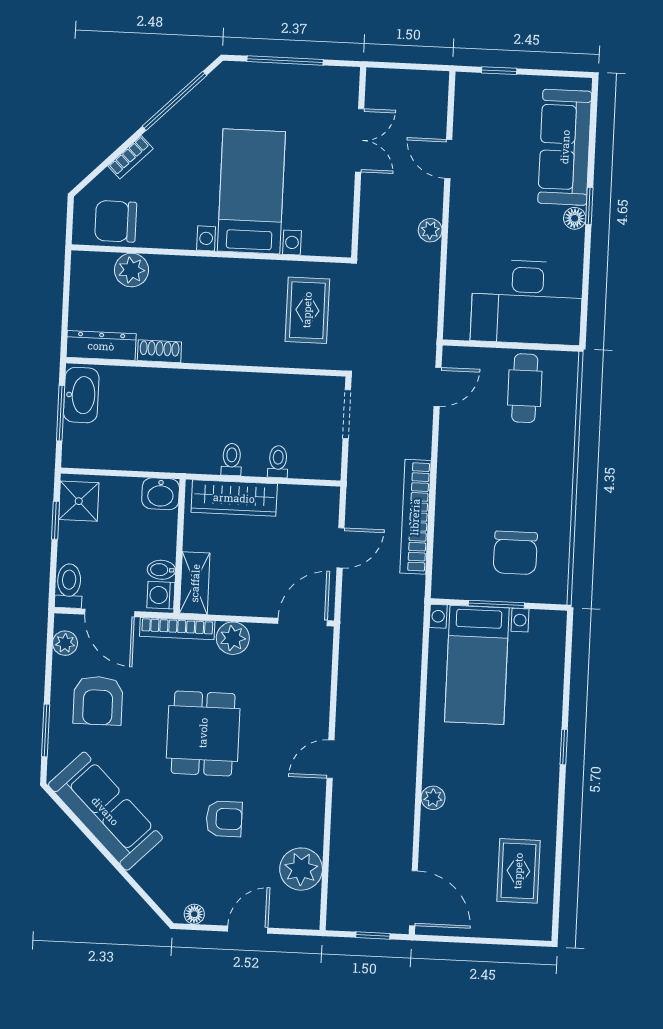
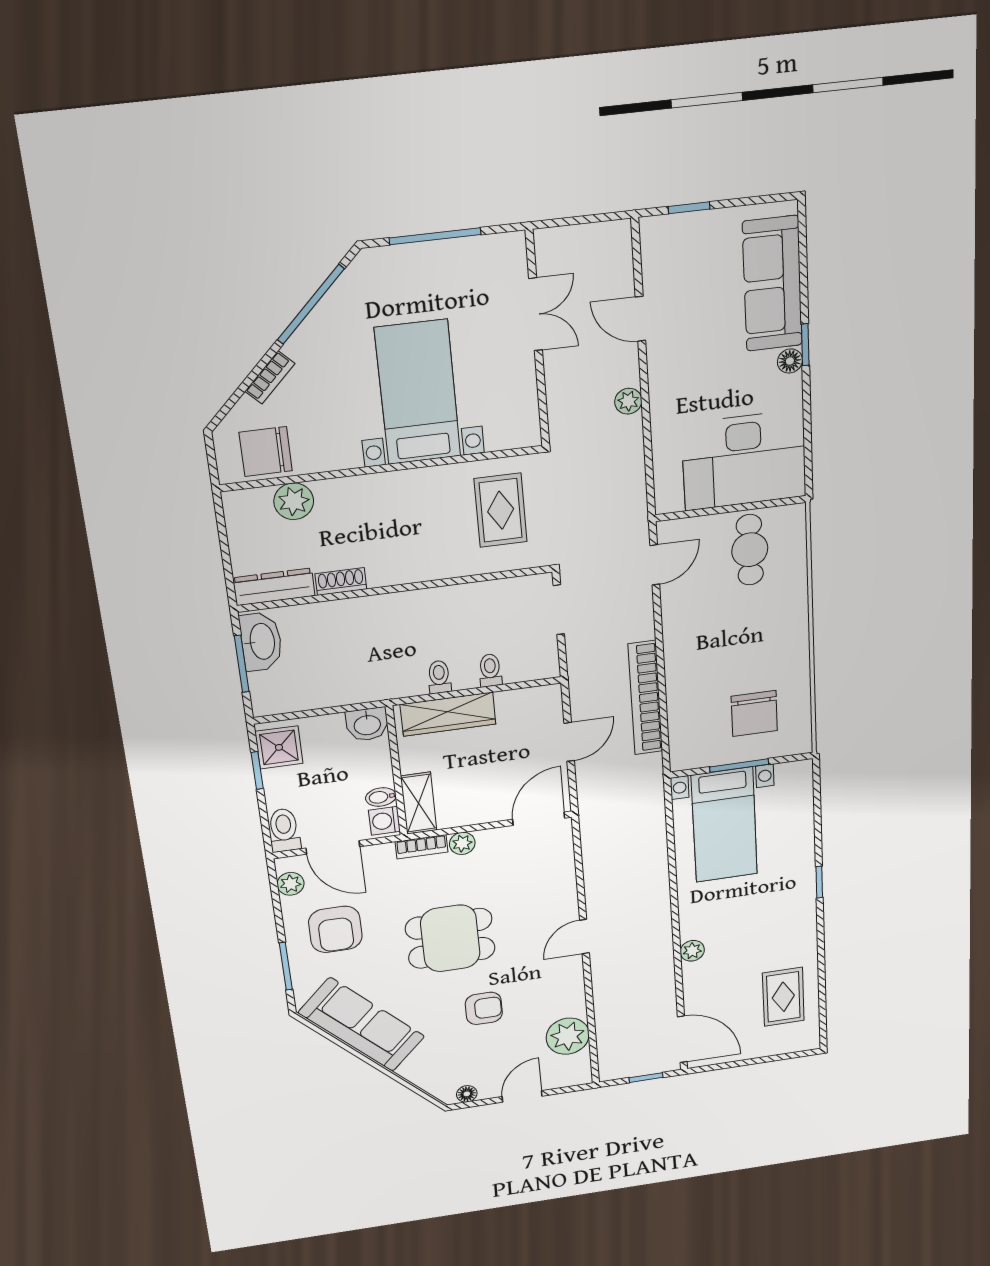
bookcase: (177, 629) -> (421, 847), width x0.64
plant: (233, 638) -> (462, 843), width x0.73, depth x0.73
dining table: (203, 733) -> (450, 938), turned 90

